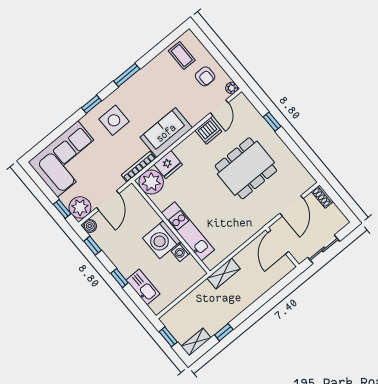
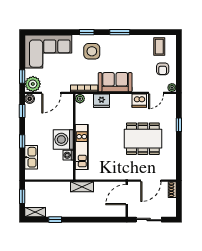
plant: (151, 182) -> (80, 99), width x0.53, depth x0.53

